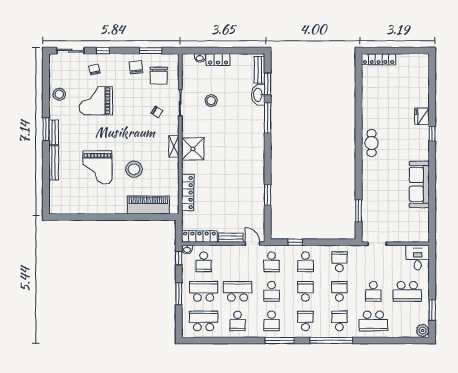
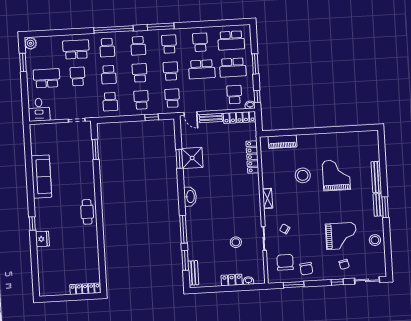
washbasin: (258, 95) -> (190, 197), moved
shower: (193, 149) -> (192, 158), moved
piano: (148, 205) -> (282, 142), width x0.73, depth x0.75
school desk: (305, 291) -> (140, 73), turned 180

